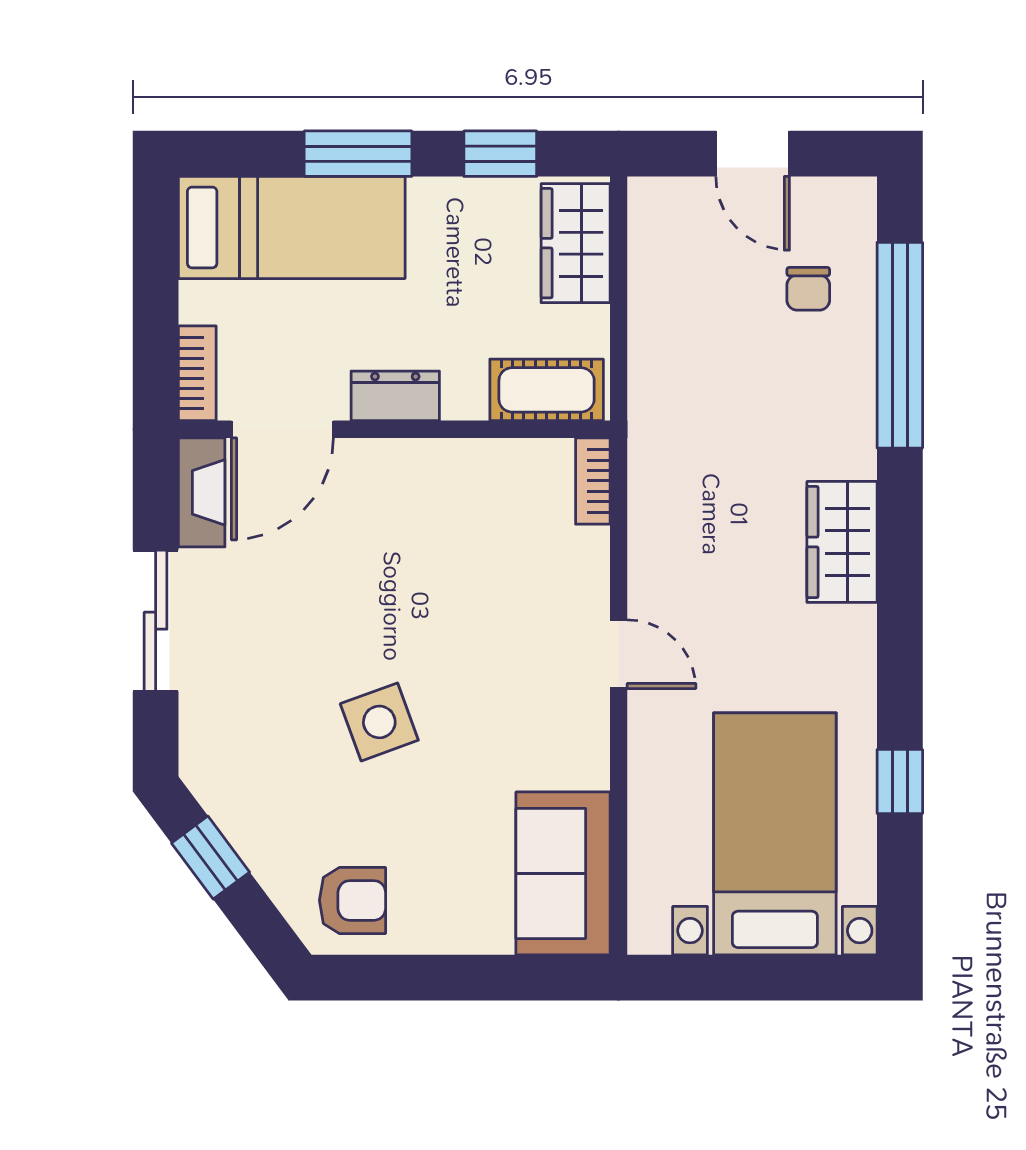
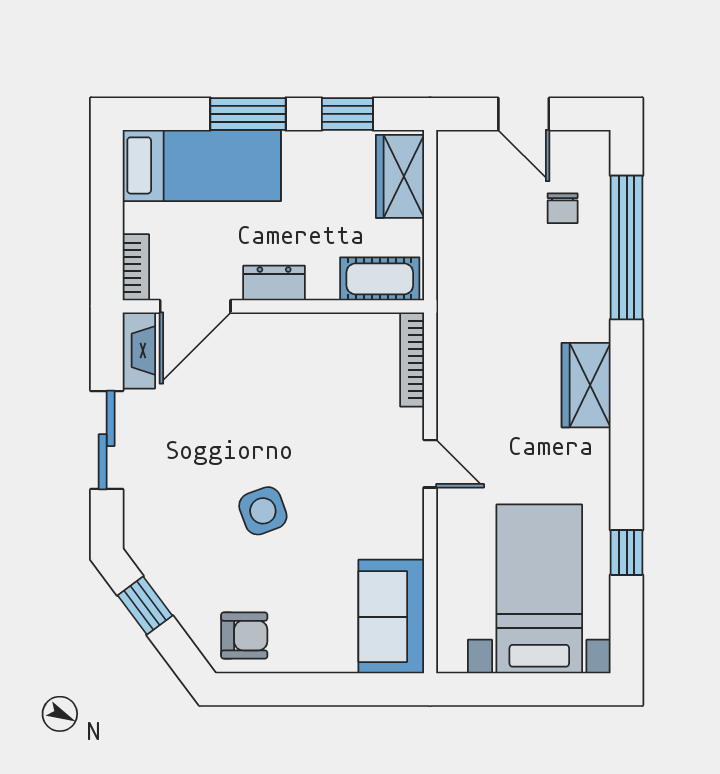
bookcase: (593, 481) -> (412, 359), width x1.56

